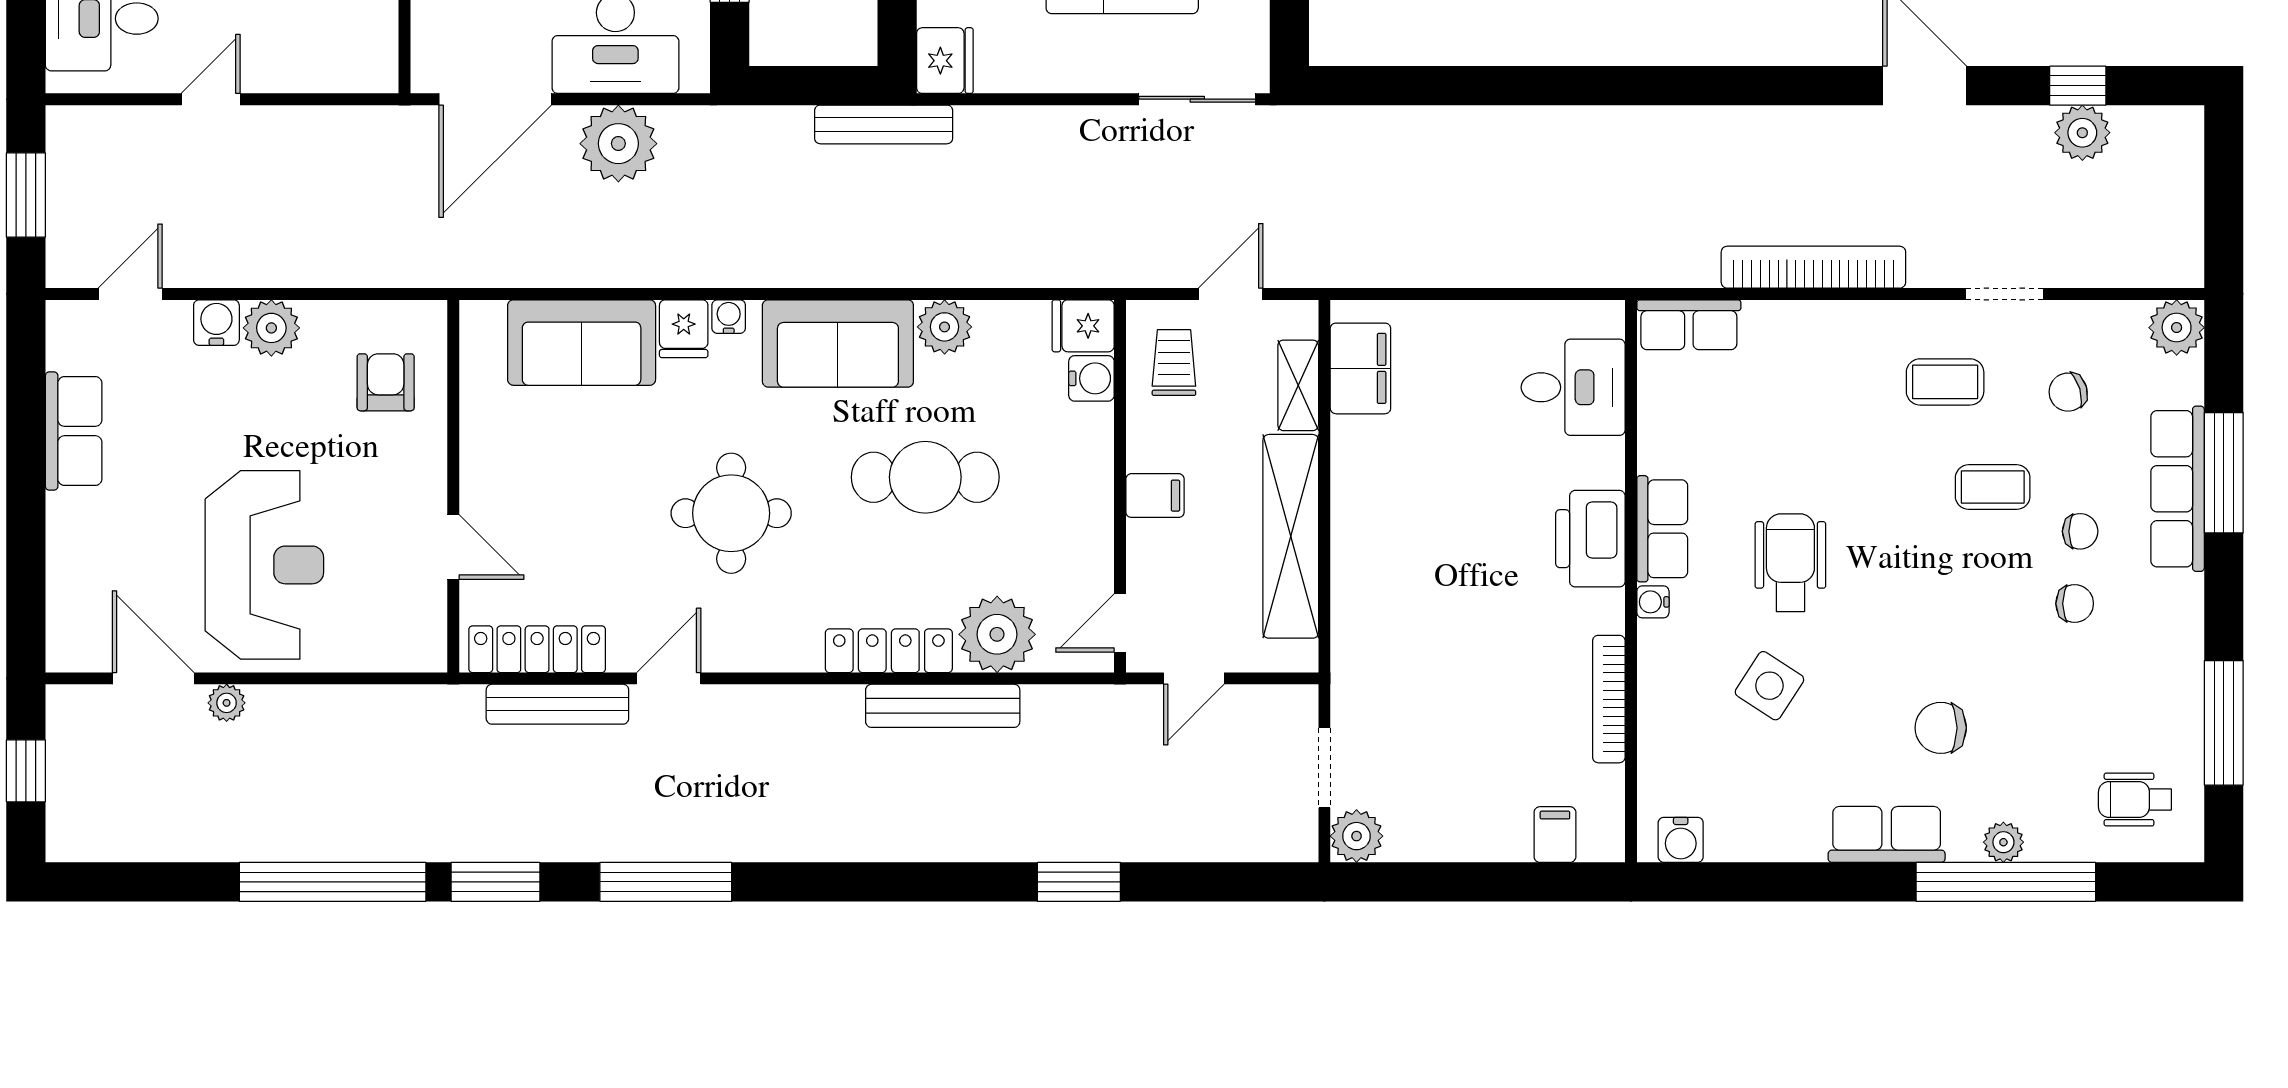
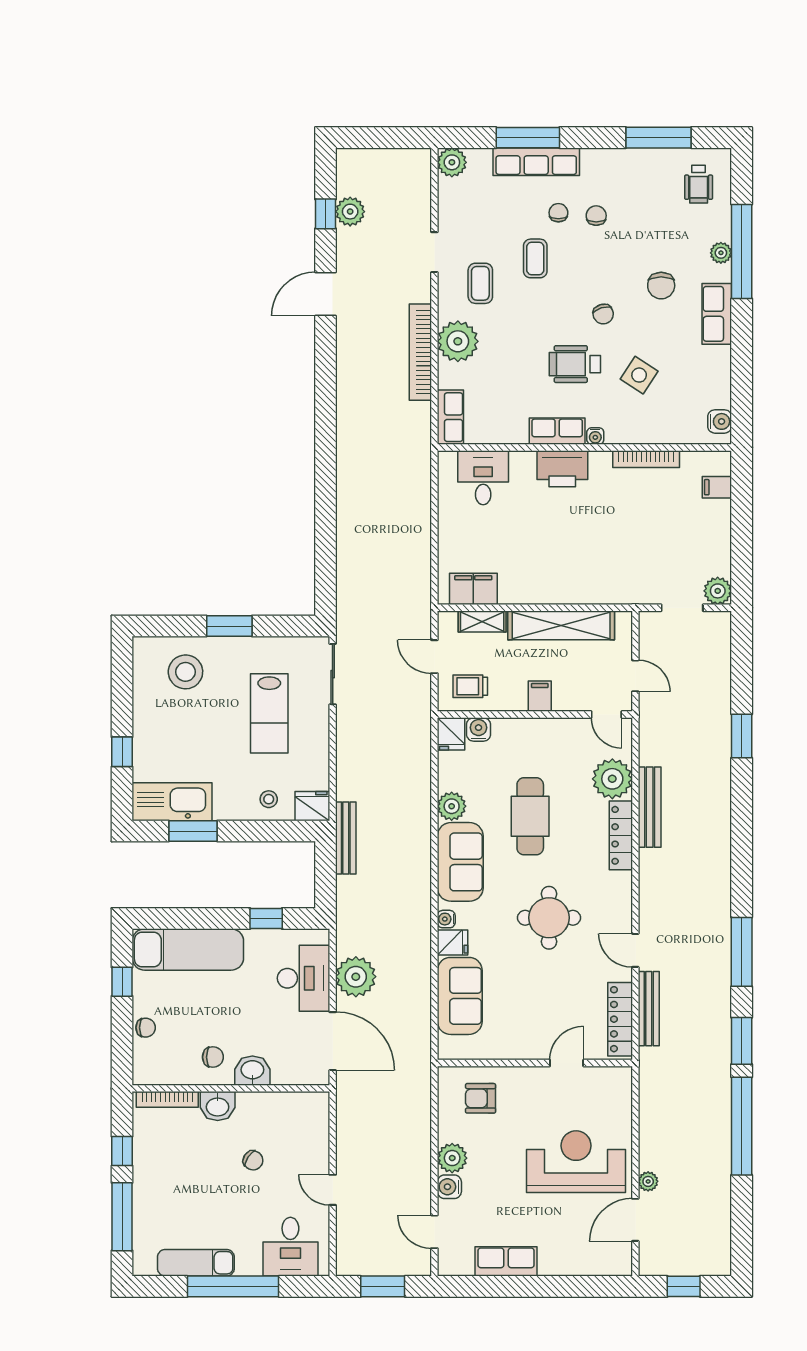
plant: (1834, 339) -> (458, 341), added
chair: (2068, 392) -> (603, 314), moved

